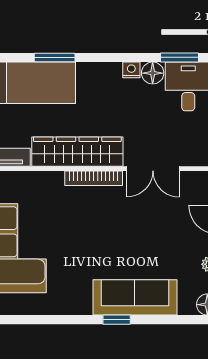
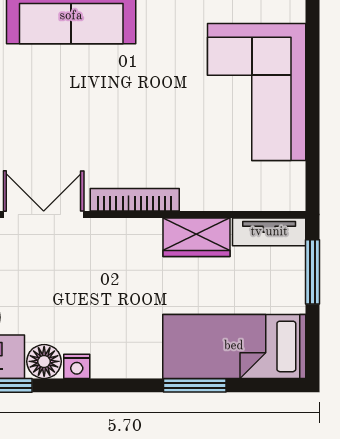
wardrobe: (77, 152) -> (196, 237), width x0.48, depth x0.85

